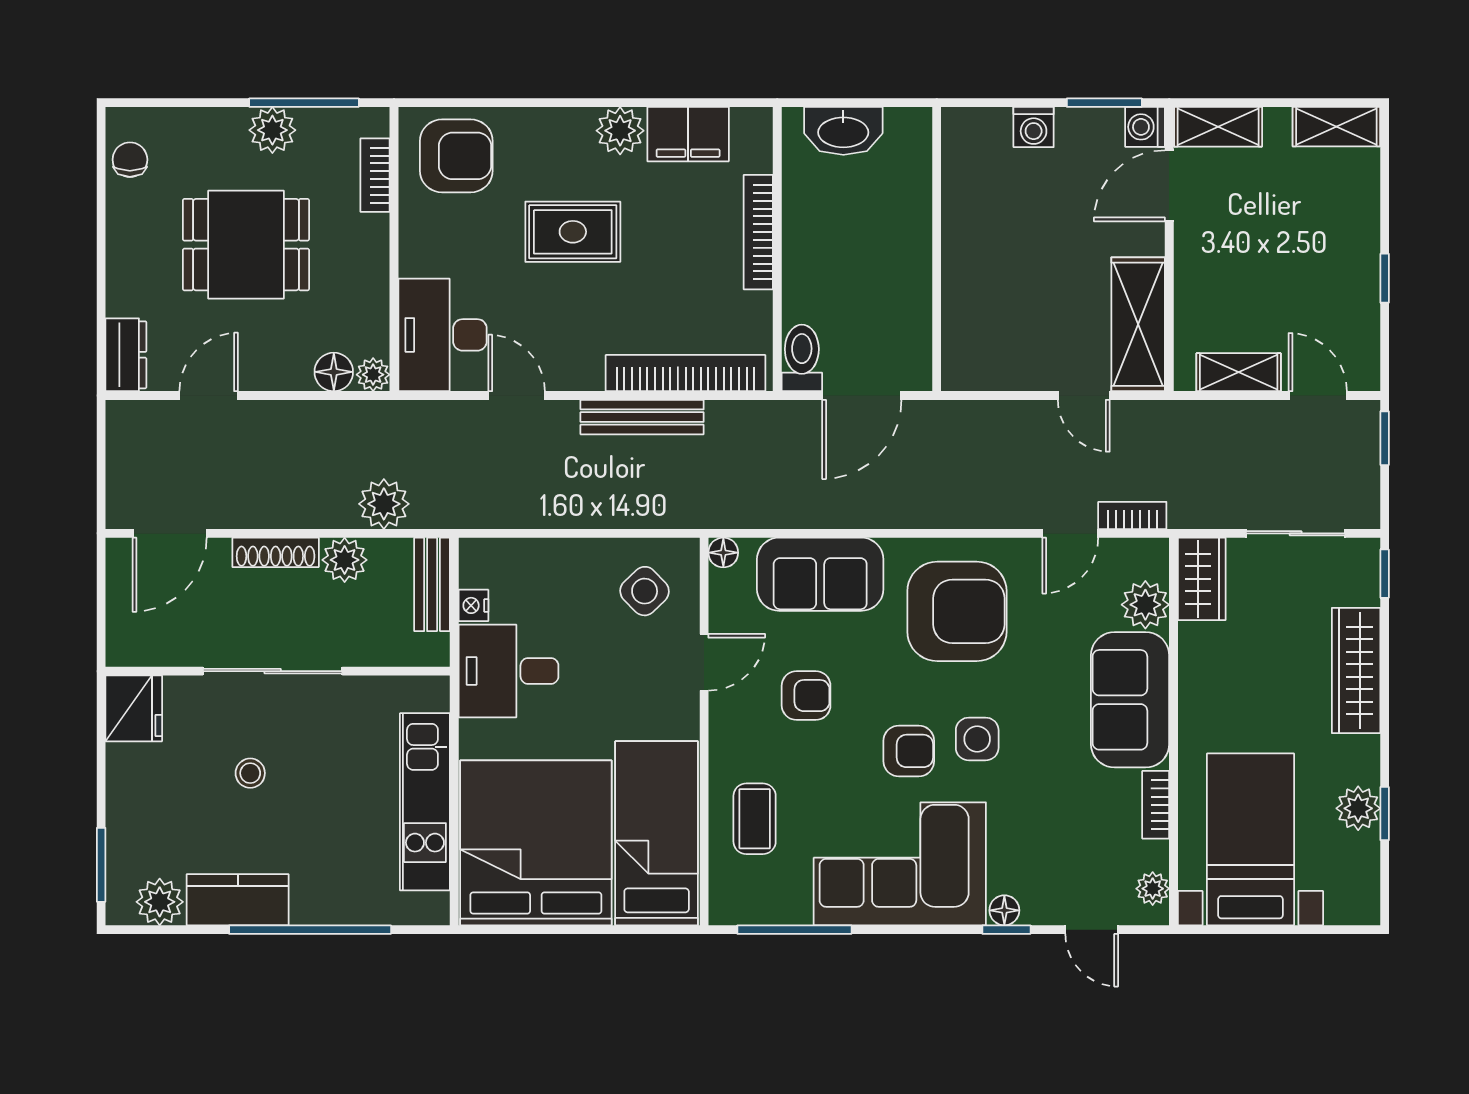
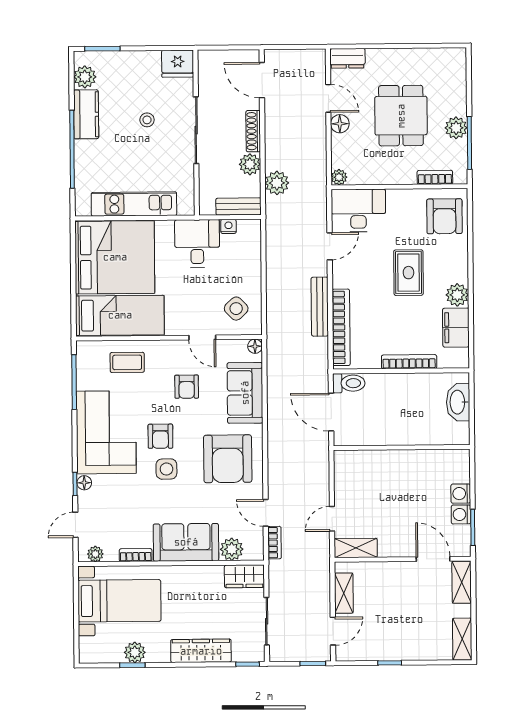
washing machine: (1145, 127) -> (461, 514), moved, turned -90
chair: (130, 160) -> (441, 60), removed
shelving: (1138, 324) -> (356, 548), width x0.67, depth x0.75
floor lamp: (334, 372) -> (340, 124), moved

